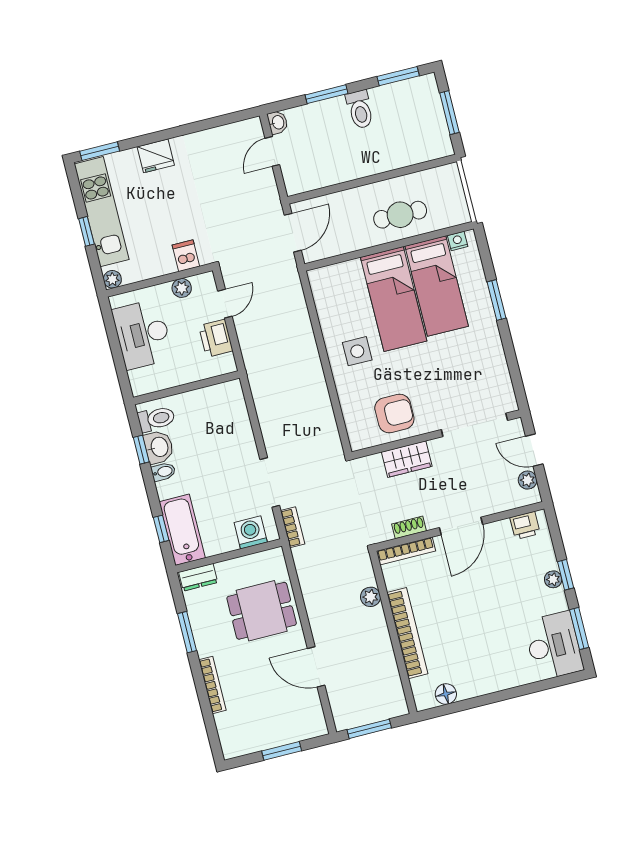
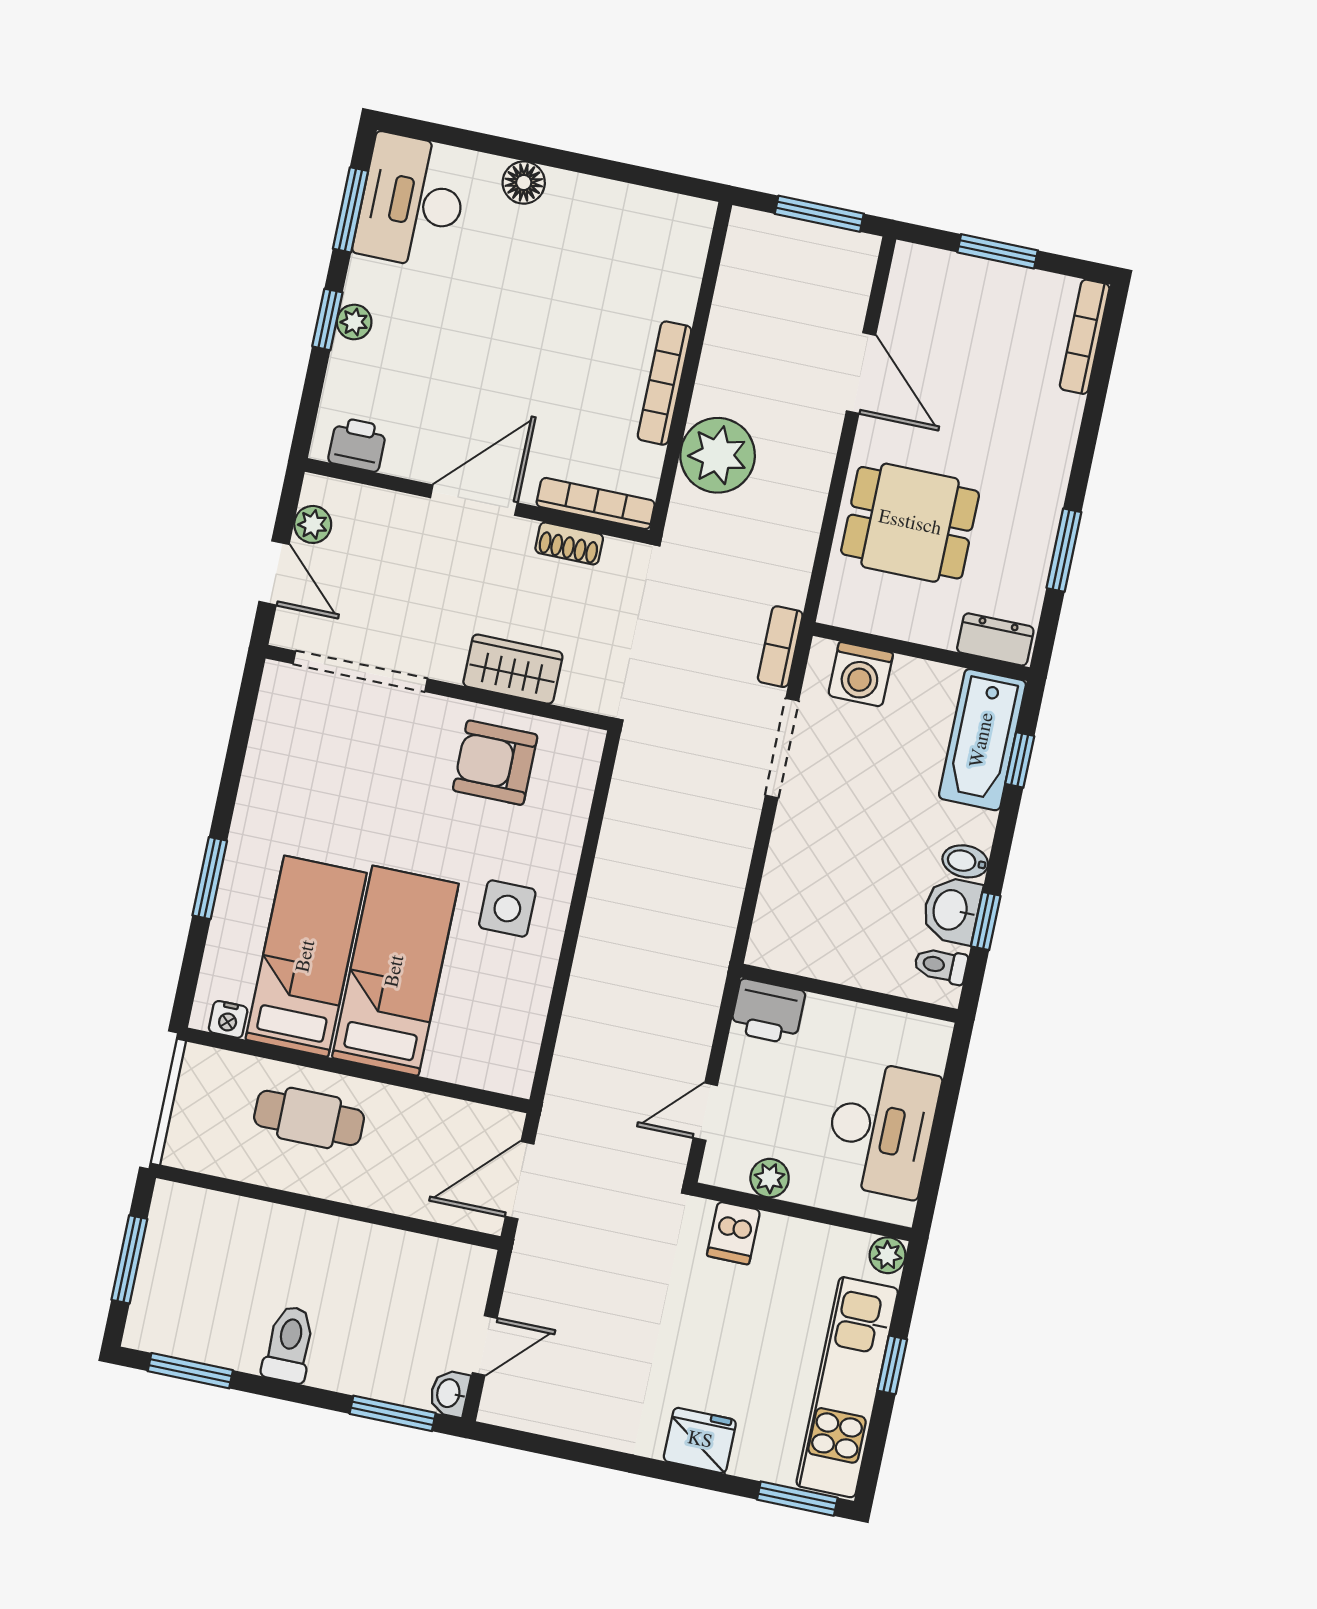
window: (326, 94) -> (393, 1413), moved
printer: (216, 338) -> (768, 1011), moved, turned 90
toilet: (156, 419) -> (941, 965), width x0.73, depth x0.72
plant: (370, 597) -> (718, 455), width x1.88, depth x1.88
bookcase: (407, 633) -> (665, 383), width x0.68, depth x0.76
bookcase: (212, 685) -> (1085, 337), moved
floor lamp: (446, 694) -> (524, 183), moved

